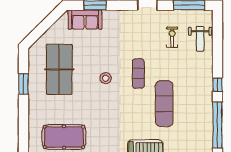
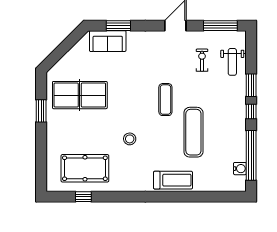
window: (217, 60) -> (251, 85), added
table tennis table: (59, 69) -> (80, 95), turned 90
stool: (106, 78) -> (130, 139), moved
water cooler: (207, 137) -> (240, 169), added

